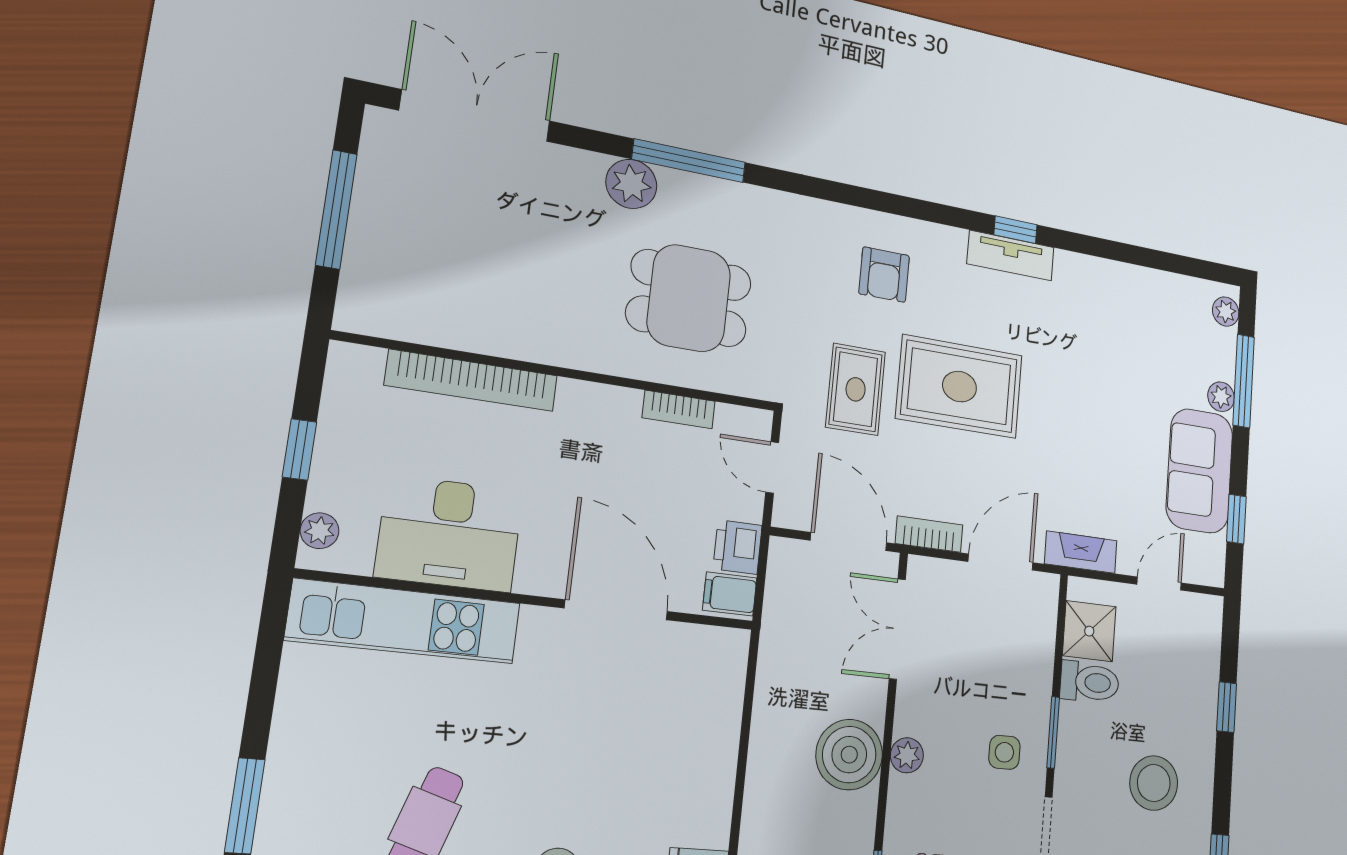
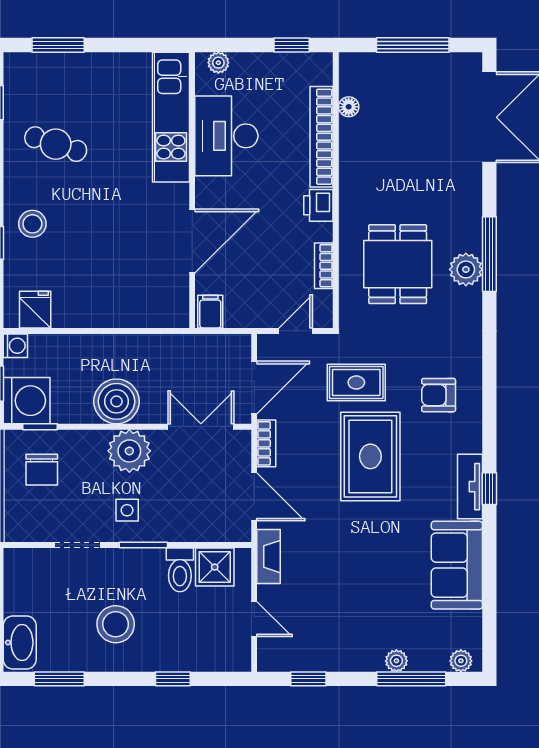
plant: (631, 184) -> (466, 269), moved
floor lamp: (427, 329) -> (349, 107), added
window: (299, 449) -> (292, 45), moved
sofa: (1200, 471) -> (457, 565), moved, turned -90
printer: (738, 547) -> (318, 205), moved, turned -90
plant: (907, 755) -> (129, 451), width x1.88, depth x1.88

